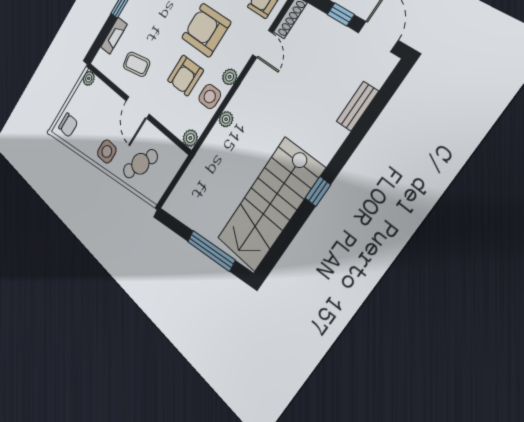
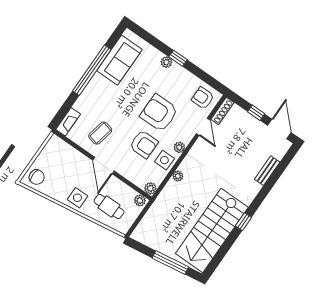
fireplace: (114, 36) -> (68, 122), moved
coffee table: (137, 64) -> (100, 133), turned -67
armchair: (185, 75) -> (144, 144), turned -90
plant: (89, 78) -> (140, 200), moved
cafe table: (140, 164) -> (109, 206), turned 63

